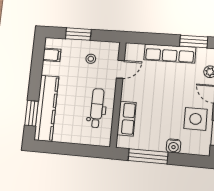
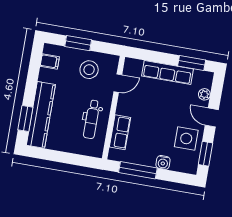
stool: (91, 59) -> (89, 70), width x1.89, depth x1.89
dental chair: (97, 108) -> (92, 119), turned 180

